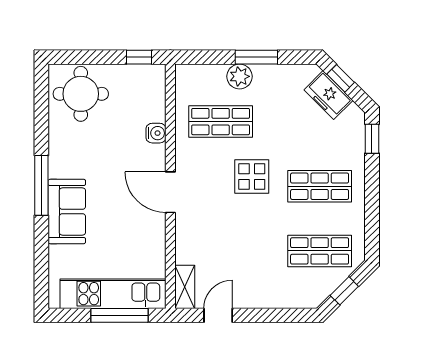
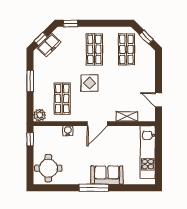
plant: (240, 76) -> (40, 115), moved
shelving: (185, 287) -> (127, 116), moved
window: (120, 315) -> (158, 149), removed

